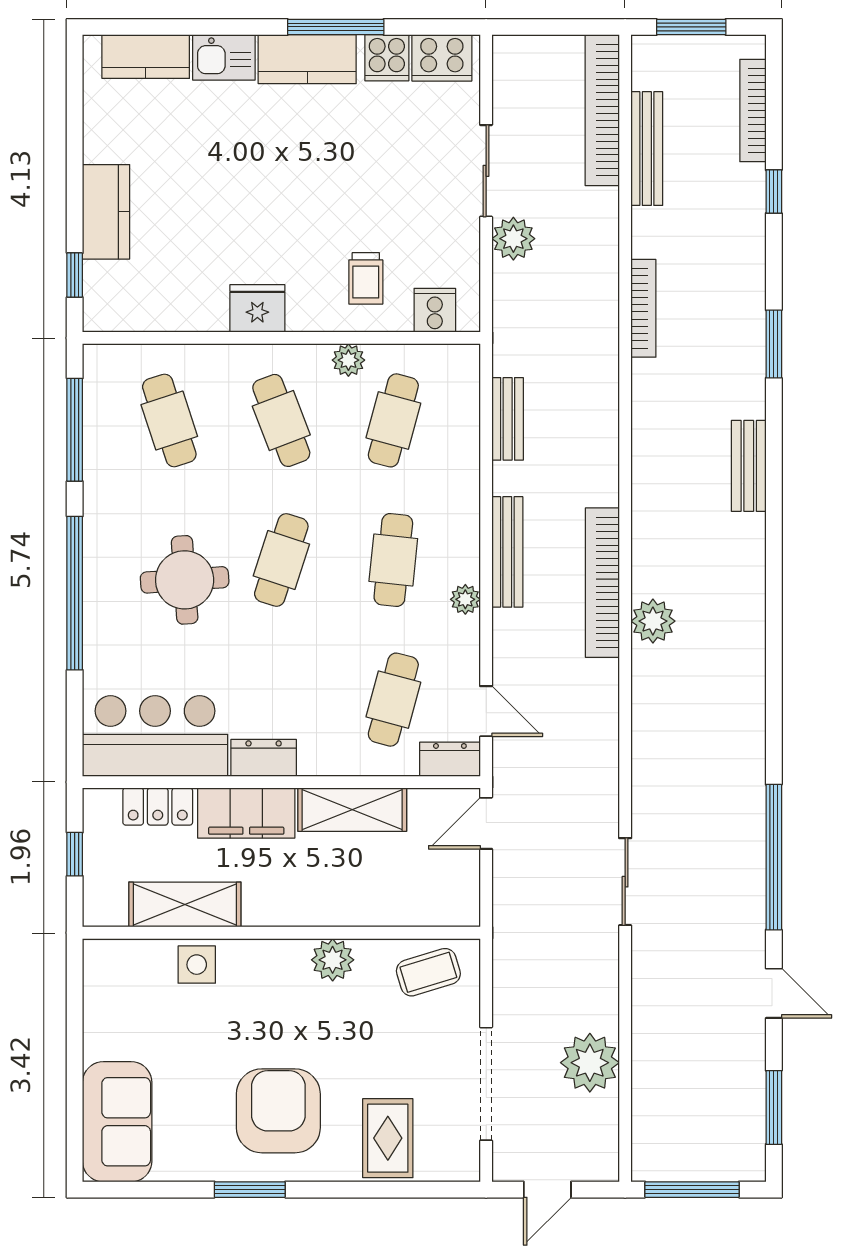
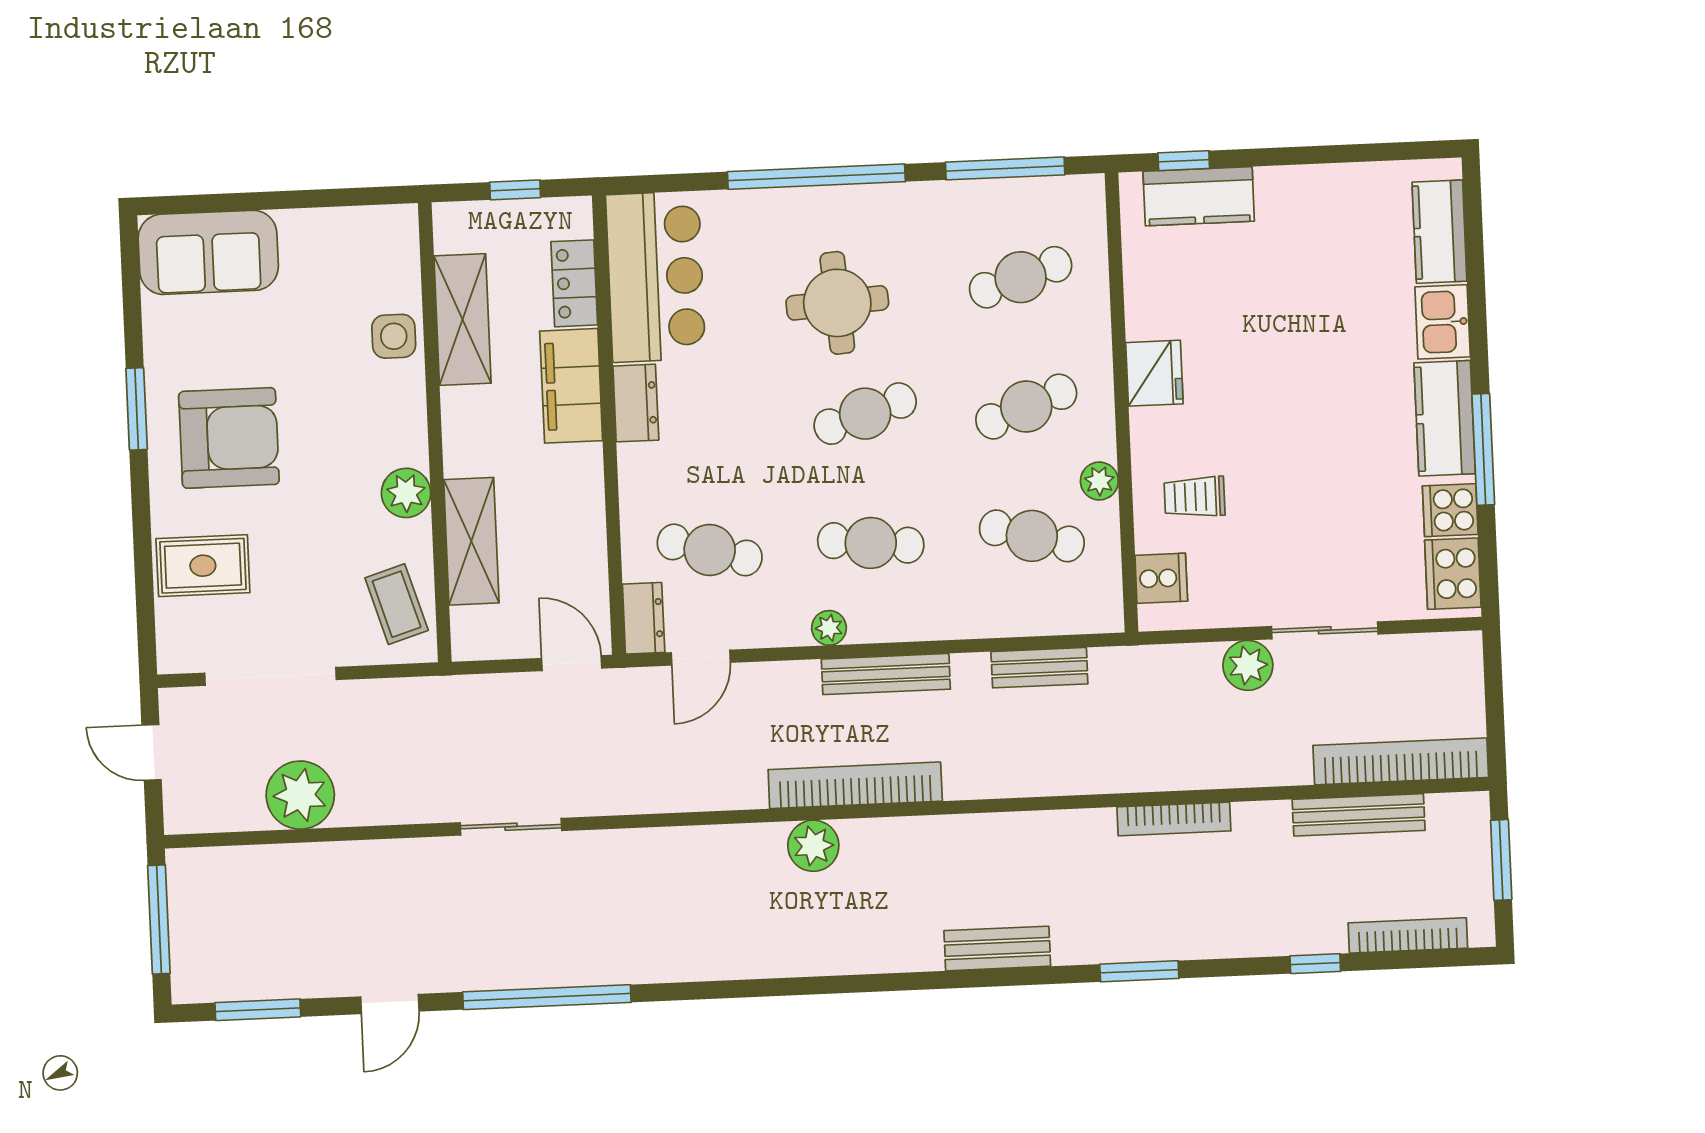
kitchen counter: (106, 212) -> (1199, 196), moved
cafe table: (281, 560) -> (865, 414), turned -36
shelving: (352, 810) -> (471, 541), moved

